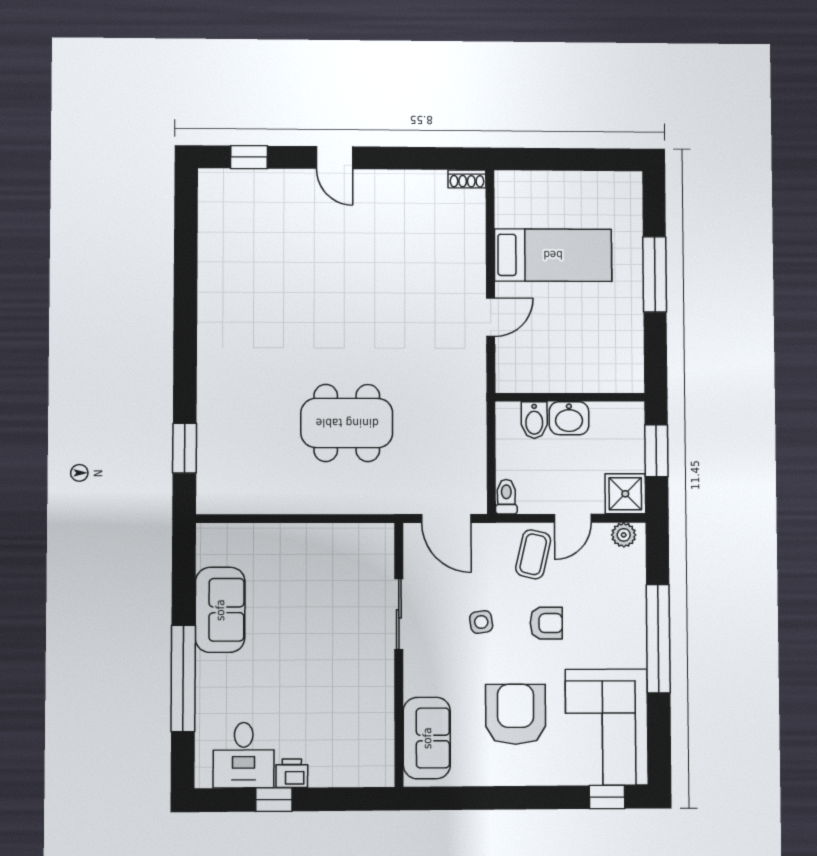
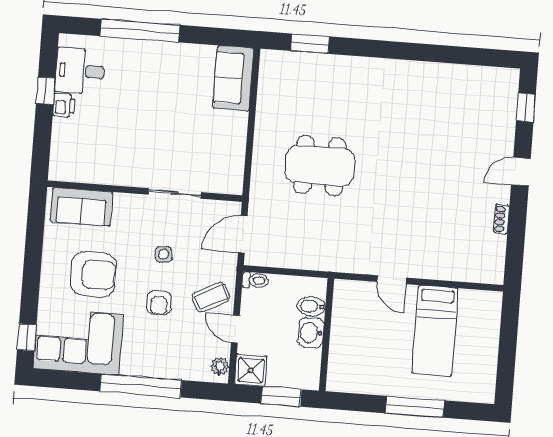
shoe rack: (467, 179) -> (502, 219), moved
dining table: (347, 423) -> (320, 166), turned 90
coffee table: (533, 554) -> (211, 297), turned -41
sofa: (220, 610) -> (233, 78), moved, turned 90

